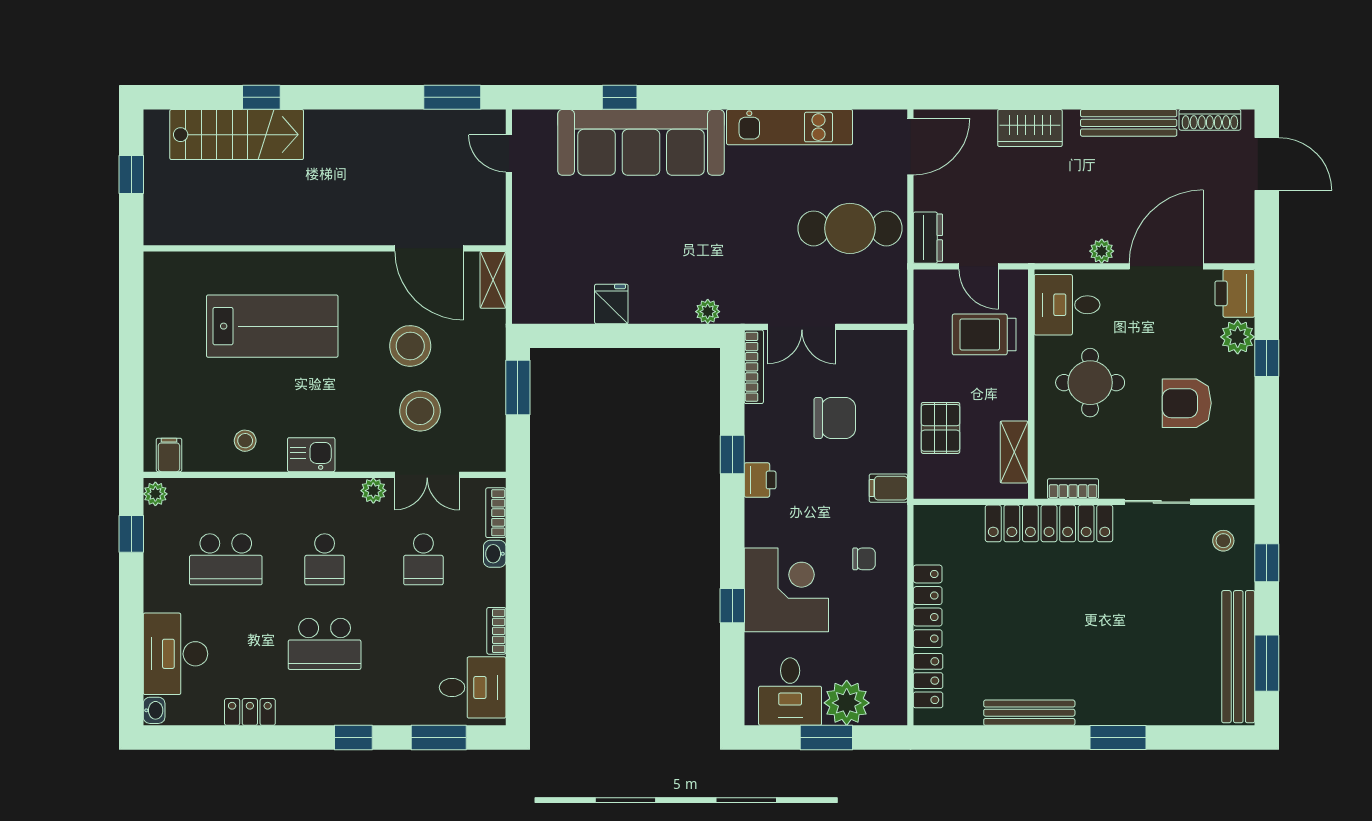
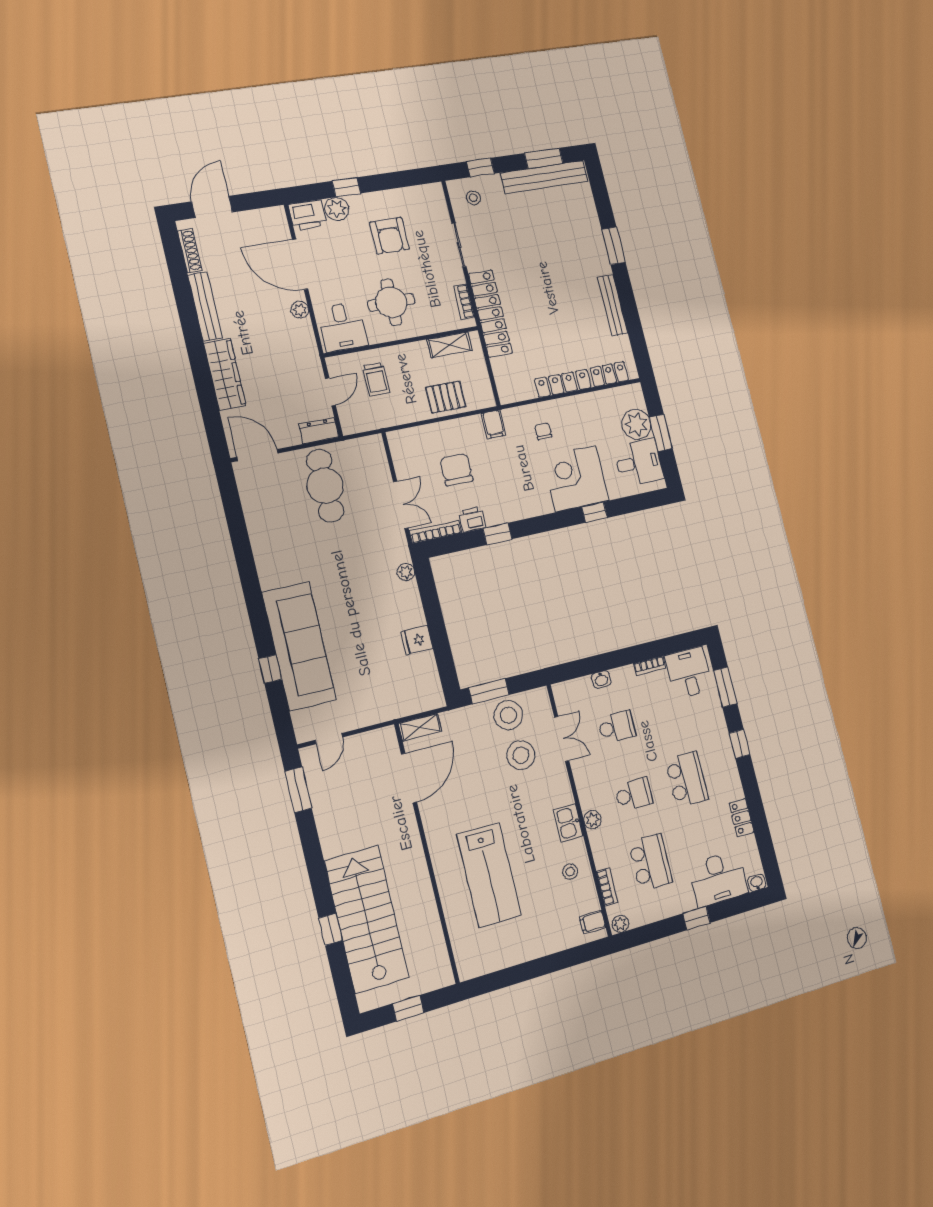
kitchen unit: (790, 127) -> (263, 543), removed
wardrobe: (1030, 128) -> (225, 374), width x1.50
stairs: (237, 135) -> (367, 919), width x1.36, depth x1.51
lab bench: (272, 326) -> (489, 875), turned 180
trolley: (984, 334) -> (376, 379), width x0.73, depth x0.72
stool: (410, 346) -> (508, 715), moved
printer: (760, 480) -> (472, 519), moved
plant: (373, 491) -> (592, 820), moved
bookcase: (496, 513) -> (607, 887), moved, turned -90
window: (131, 534) -> (696, 918), moved

